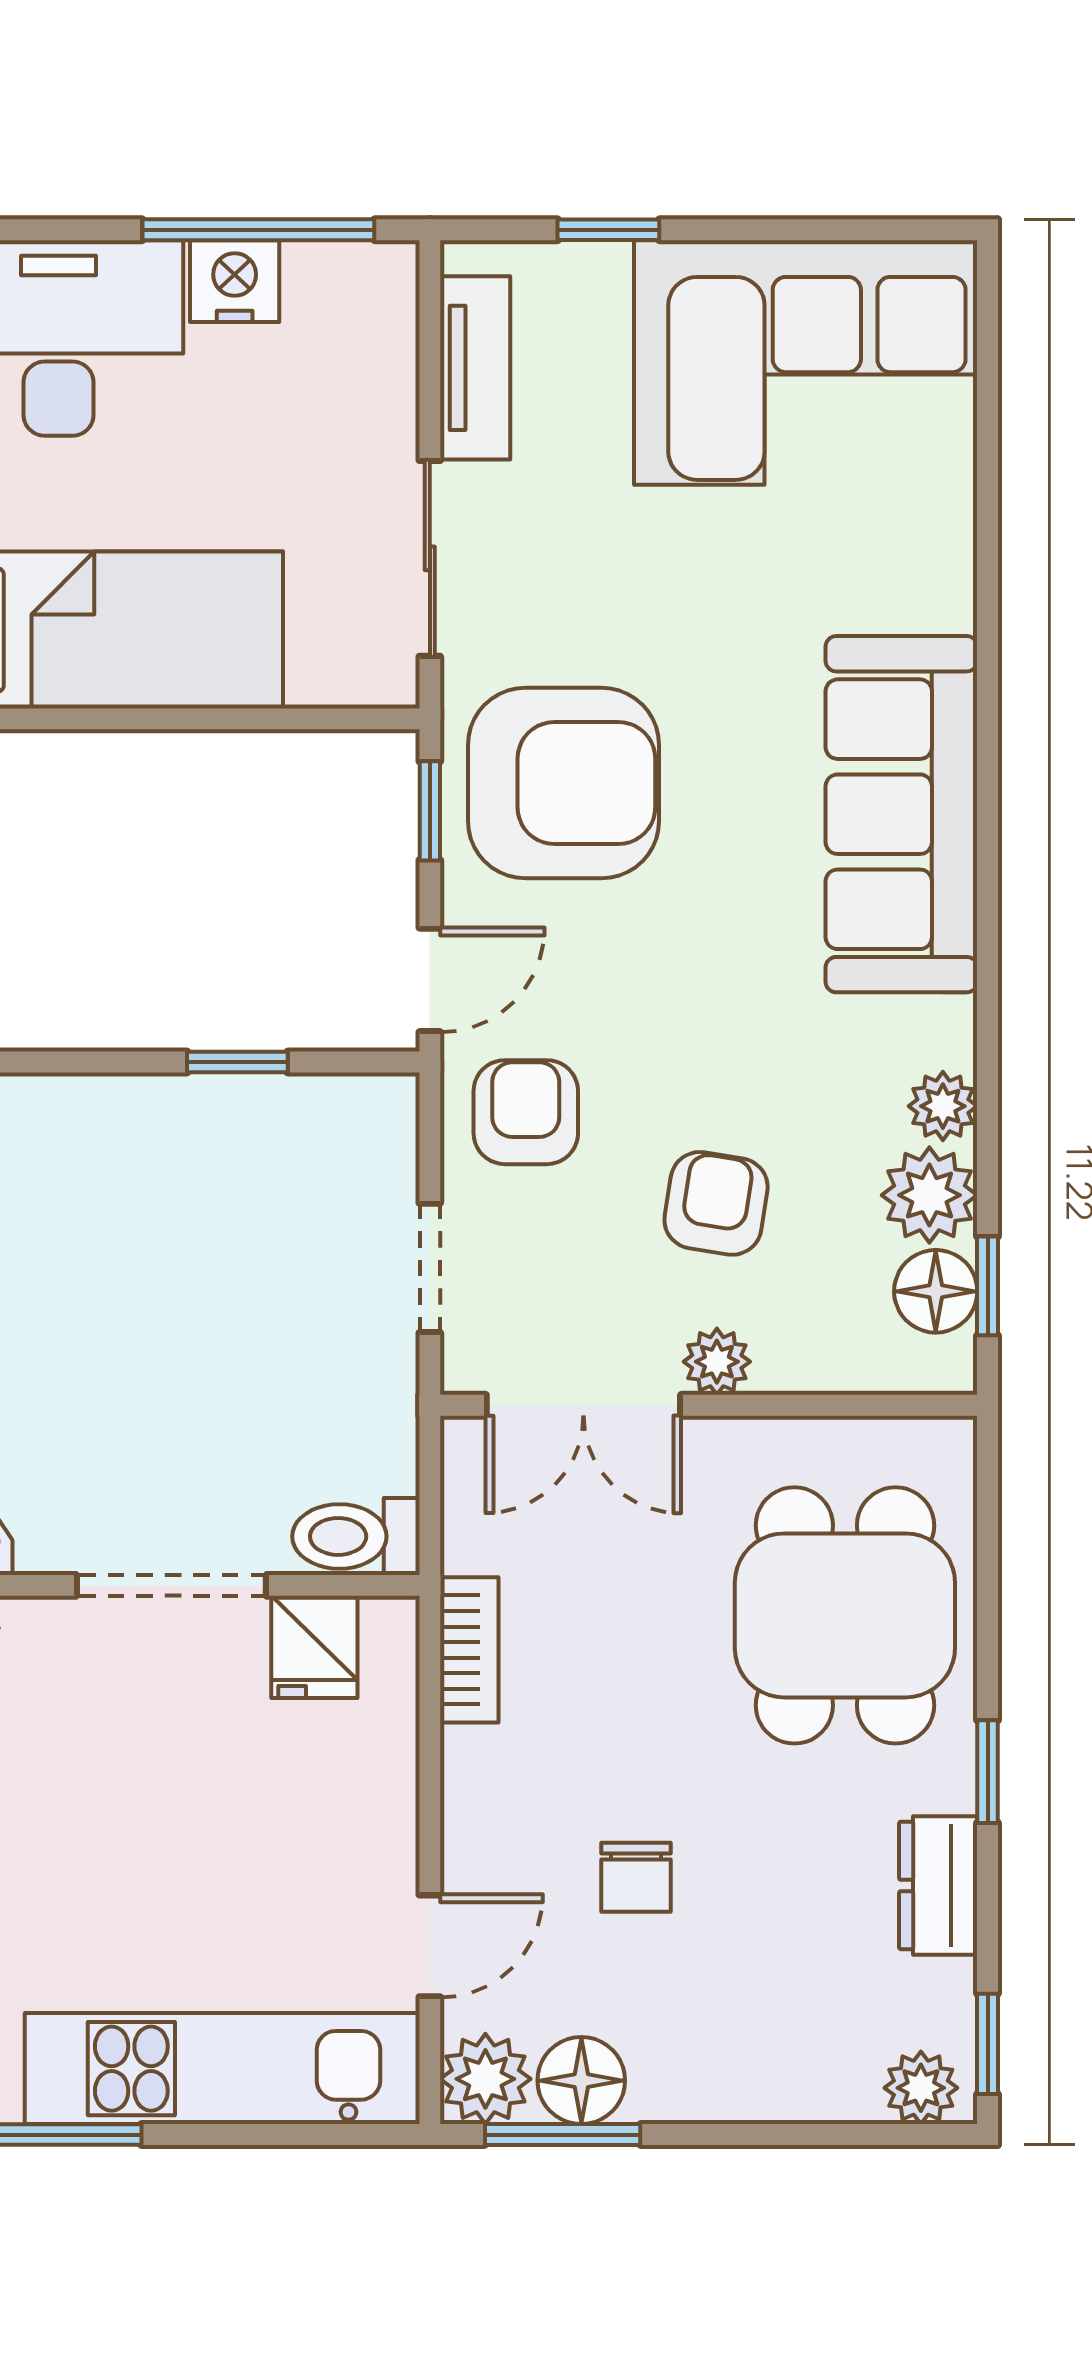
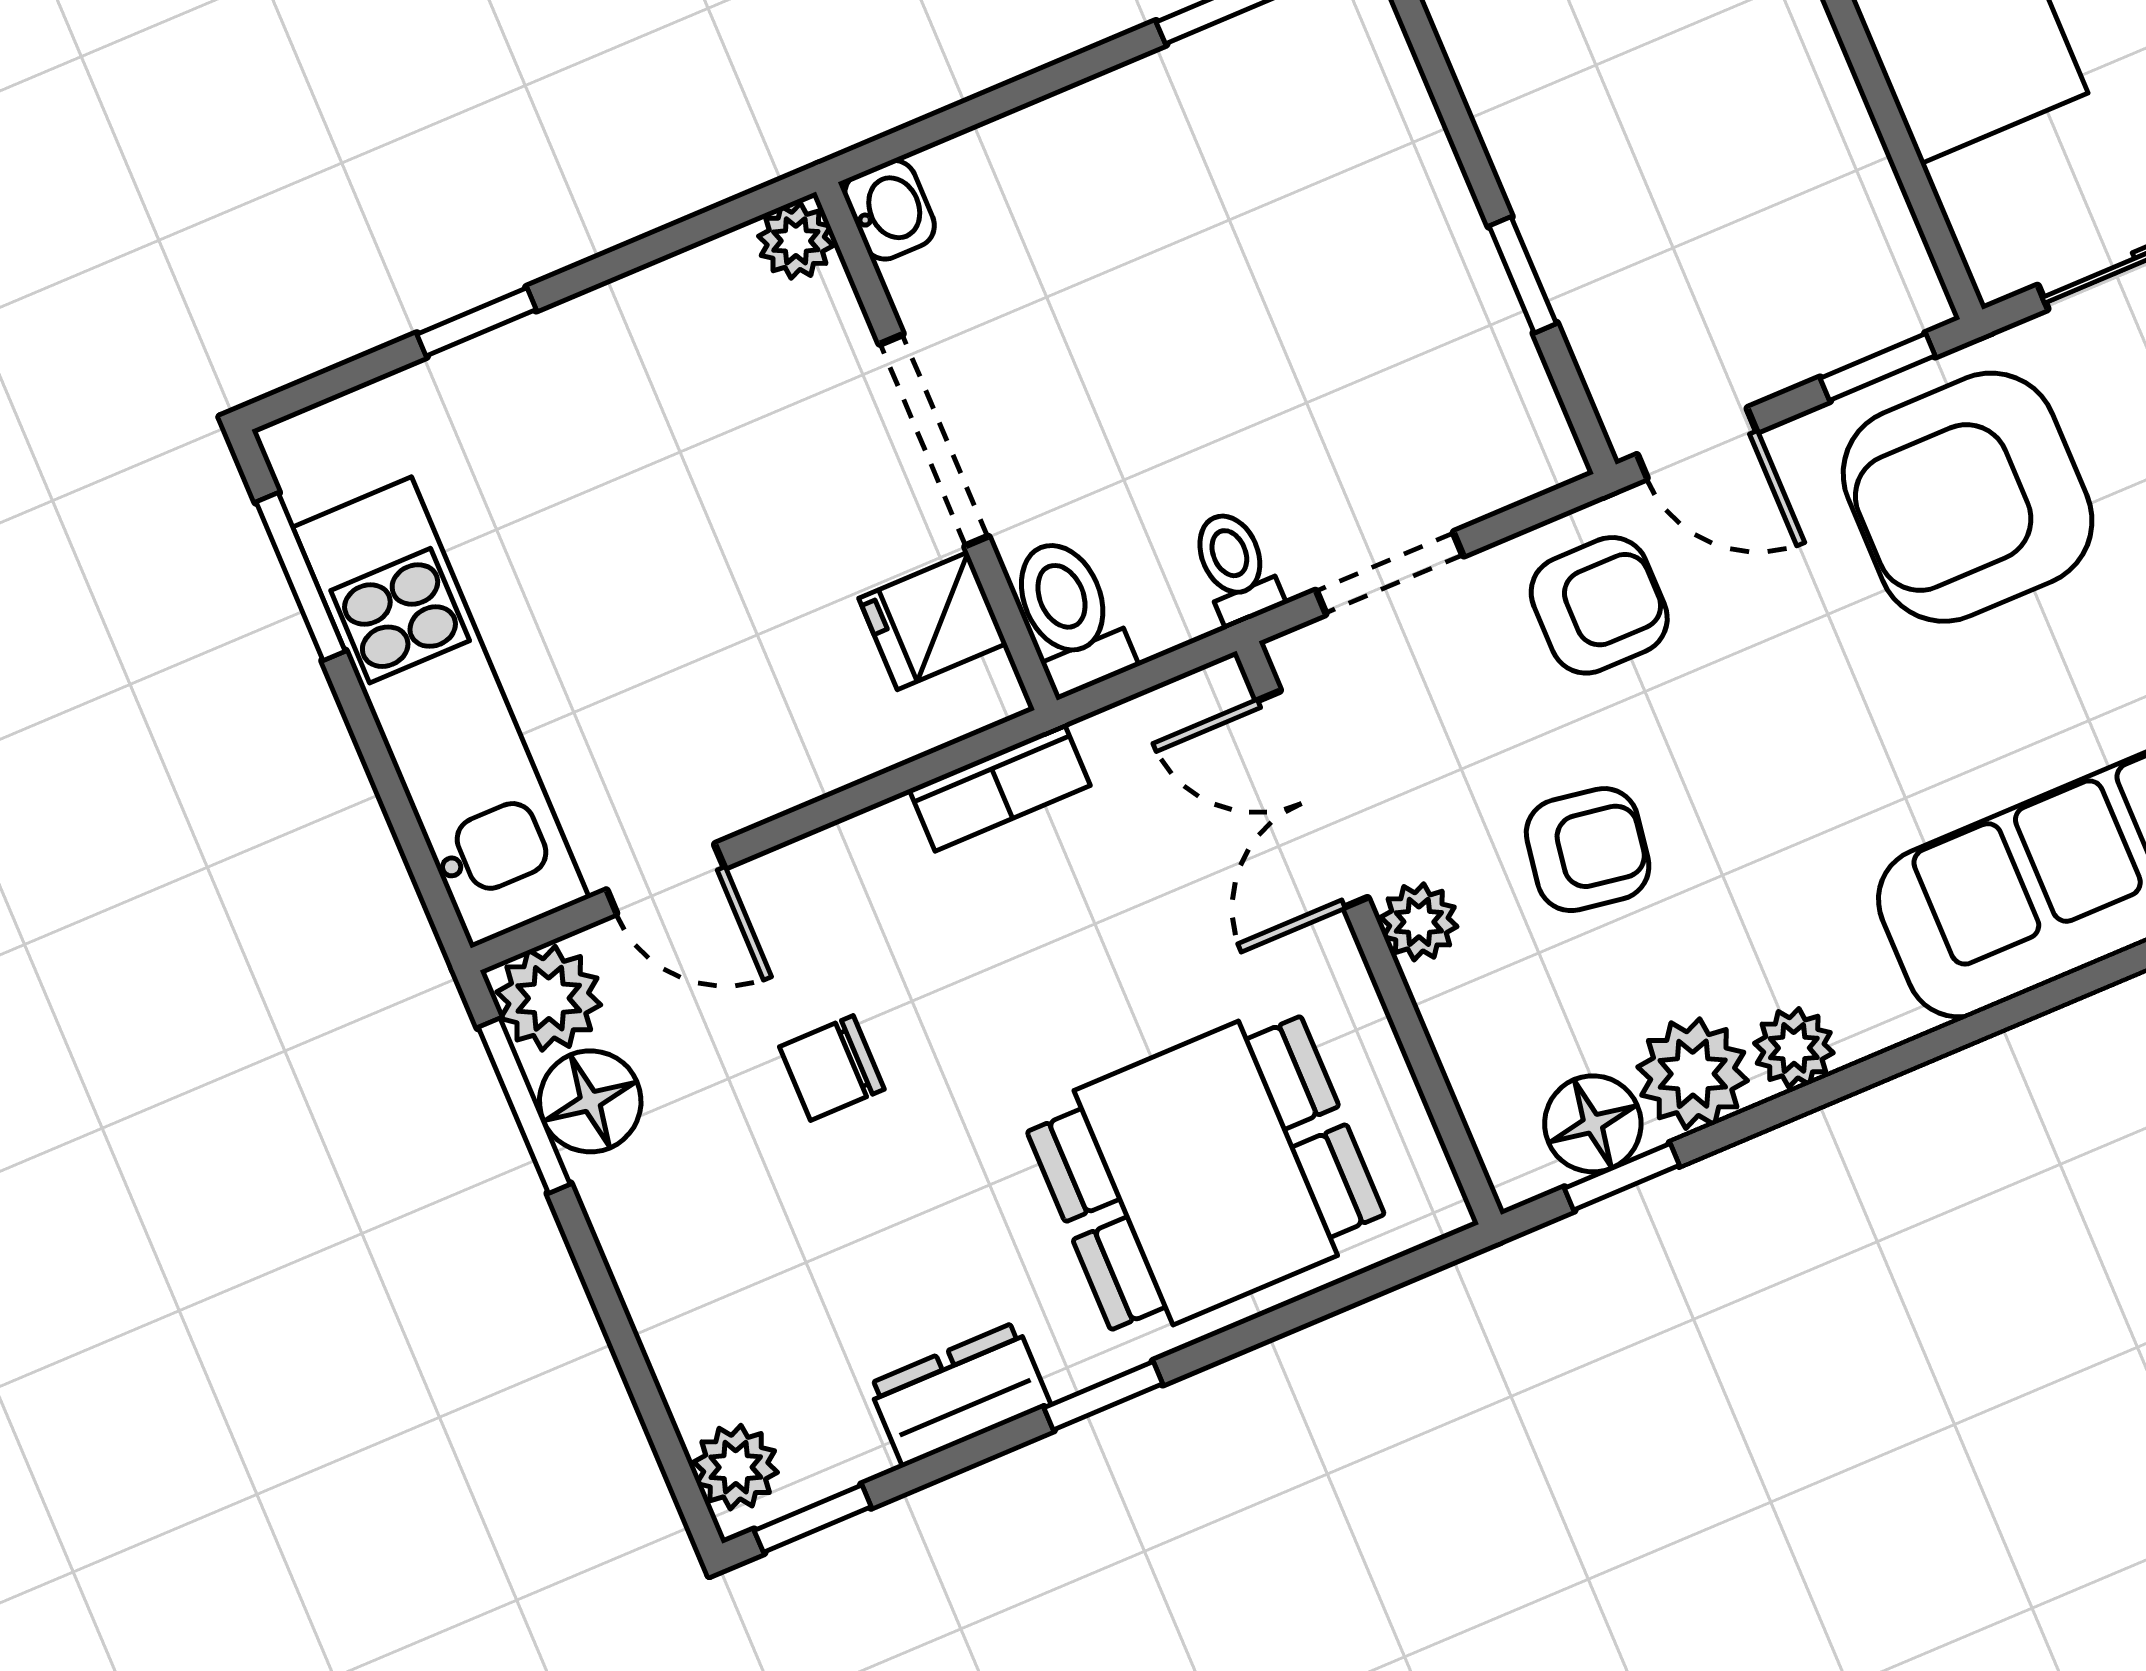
armchair: (564, 783) -> (1968, 497), turned 90
toilet: (373, 1389) -> (1235, 567), added

